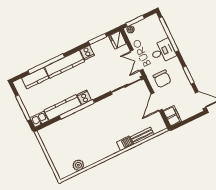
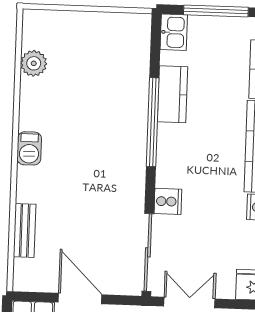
cooker: (84, 97) -> (168, 201), moved
kitchen counter: (63, 108) -> (173, 94), width x0.67
barbecue: (125, 143) -> (29, 148), moved

